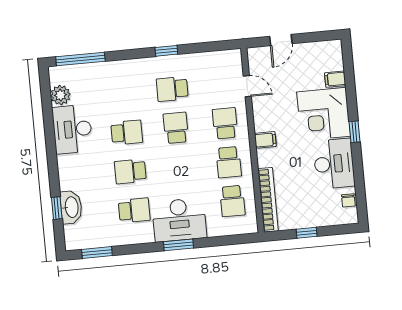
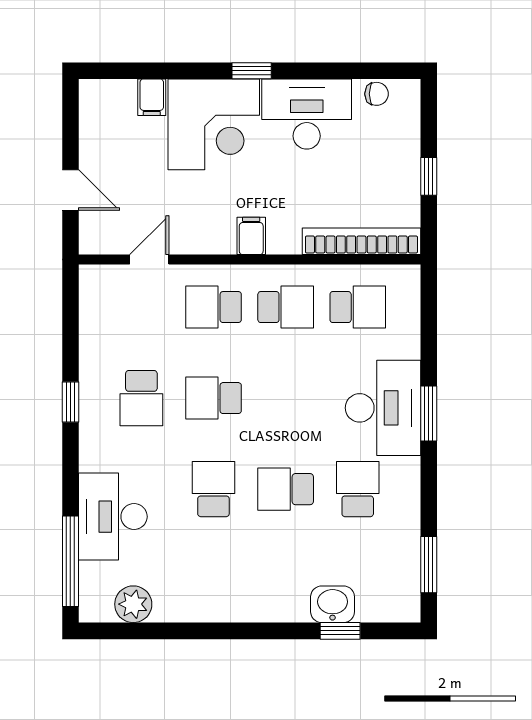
desk: (72, 129) -> (113, 517), moved, turned 90
school desk: (130, 171) -> (286, 489), turned 90
washbasin: (71, 207) -> (333, 604), width x0.72

